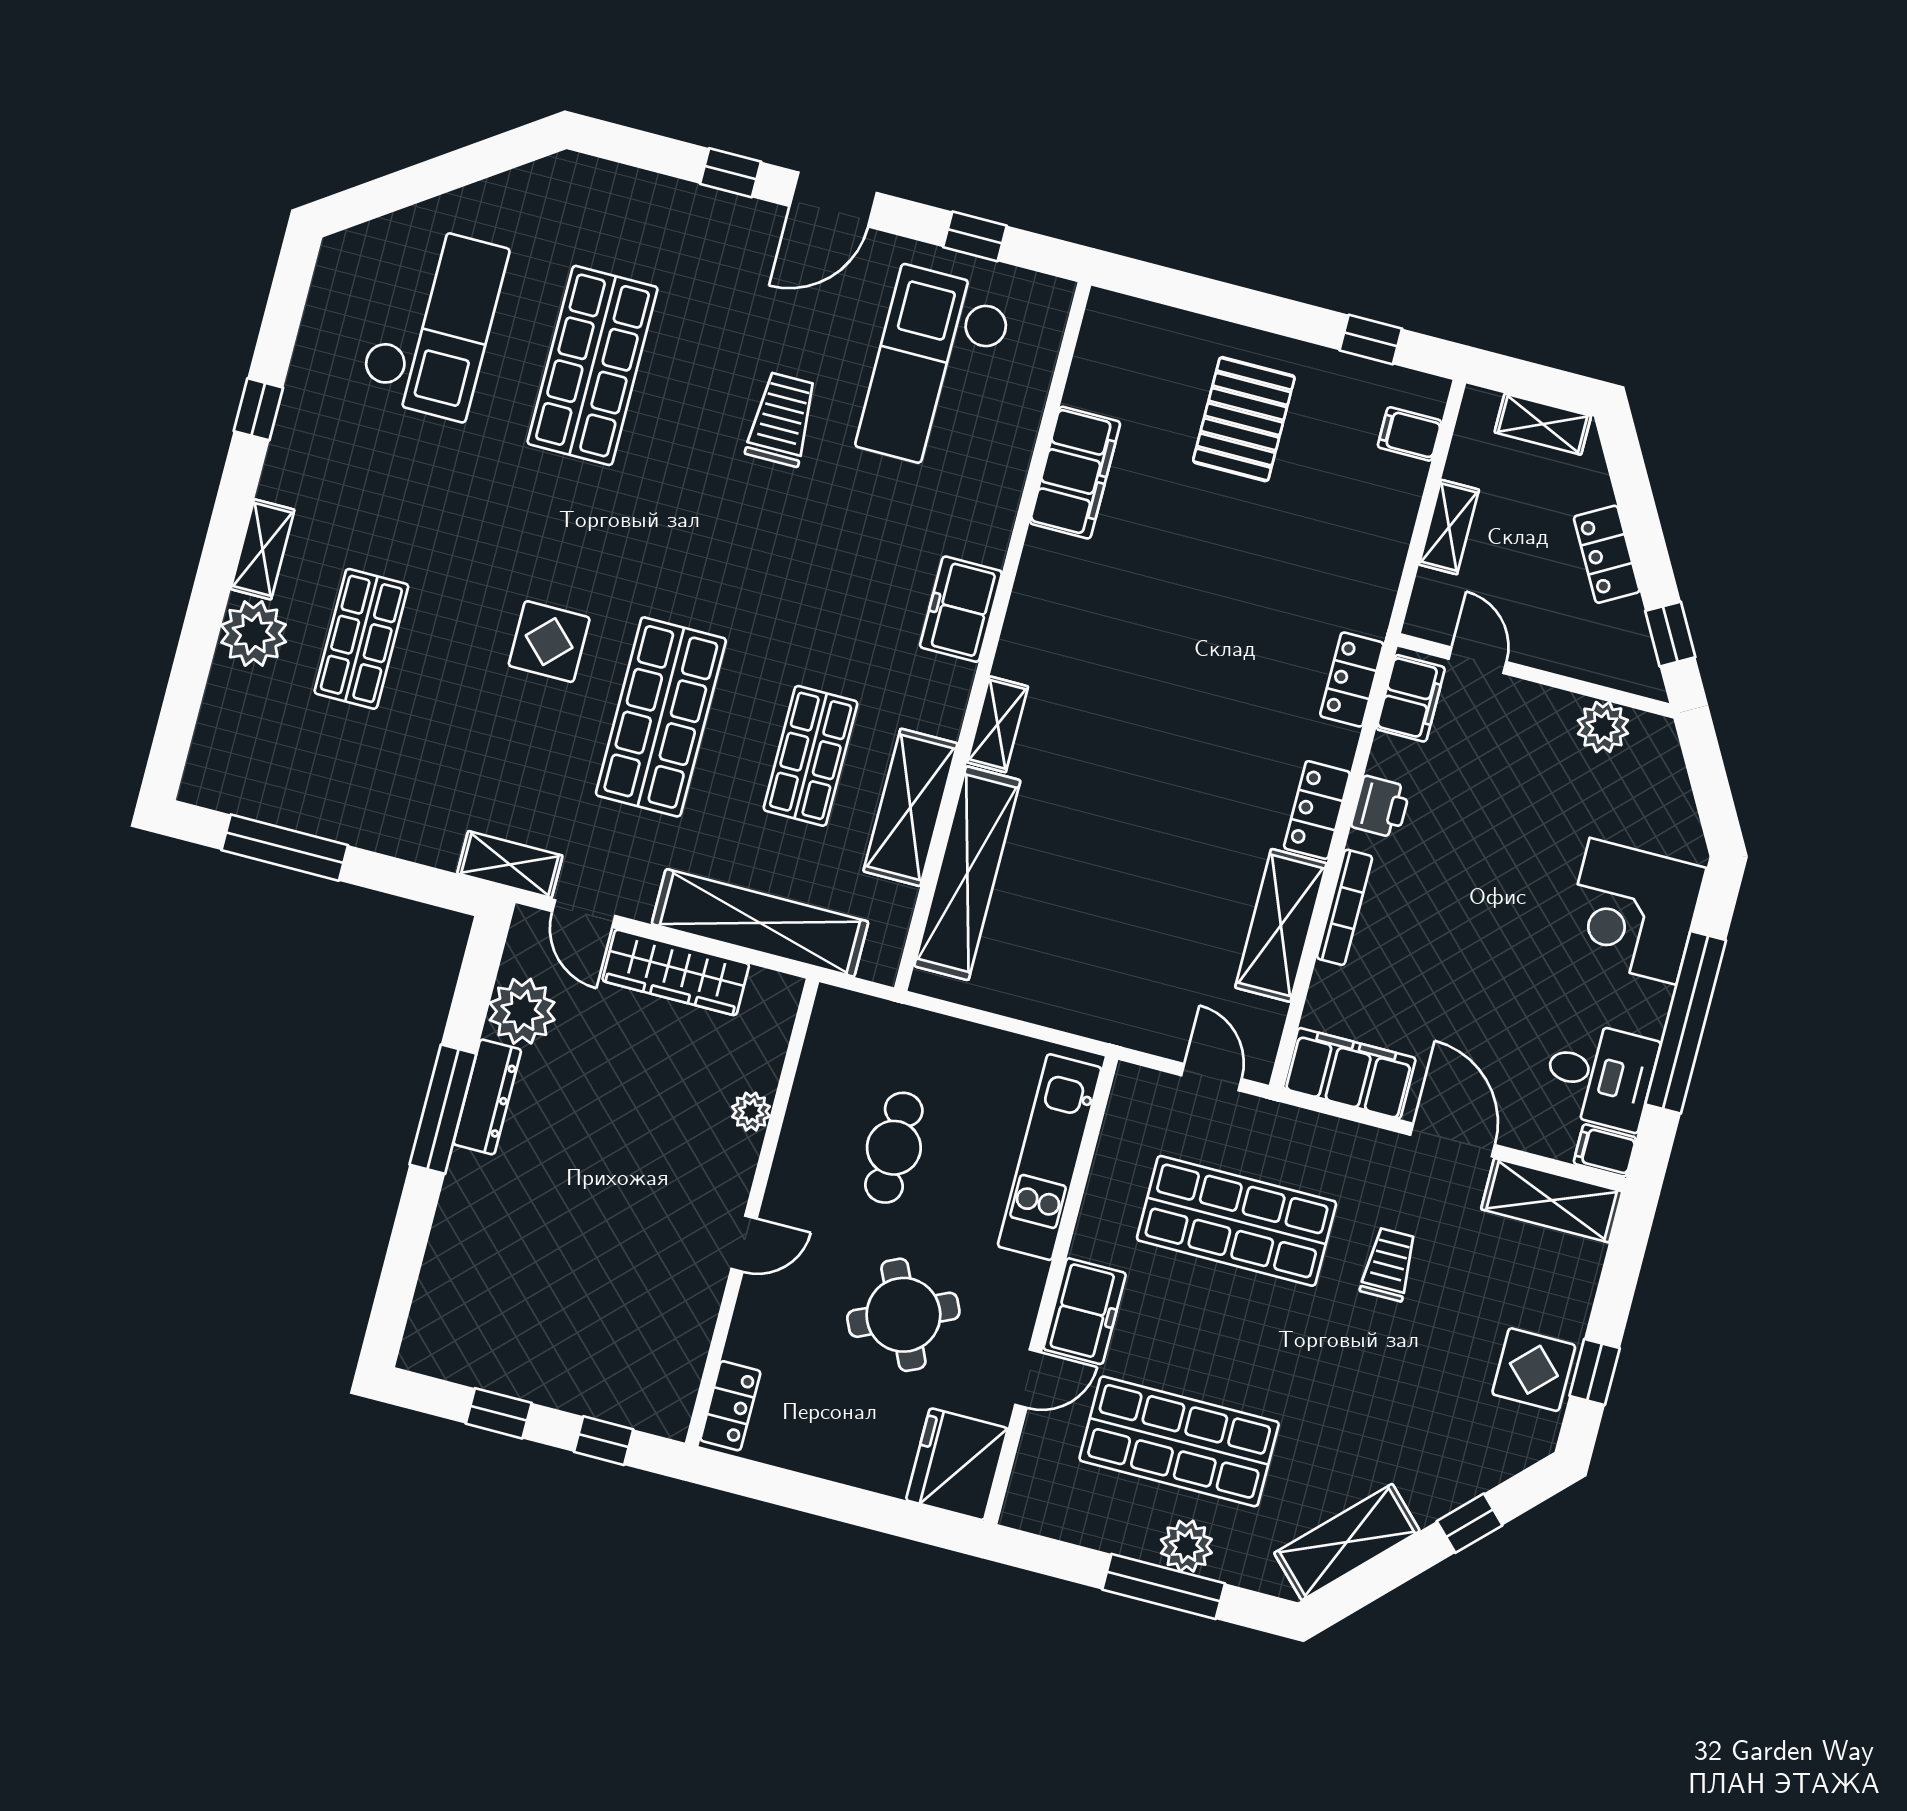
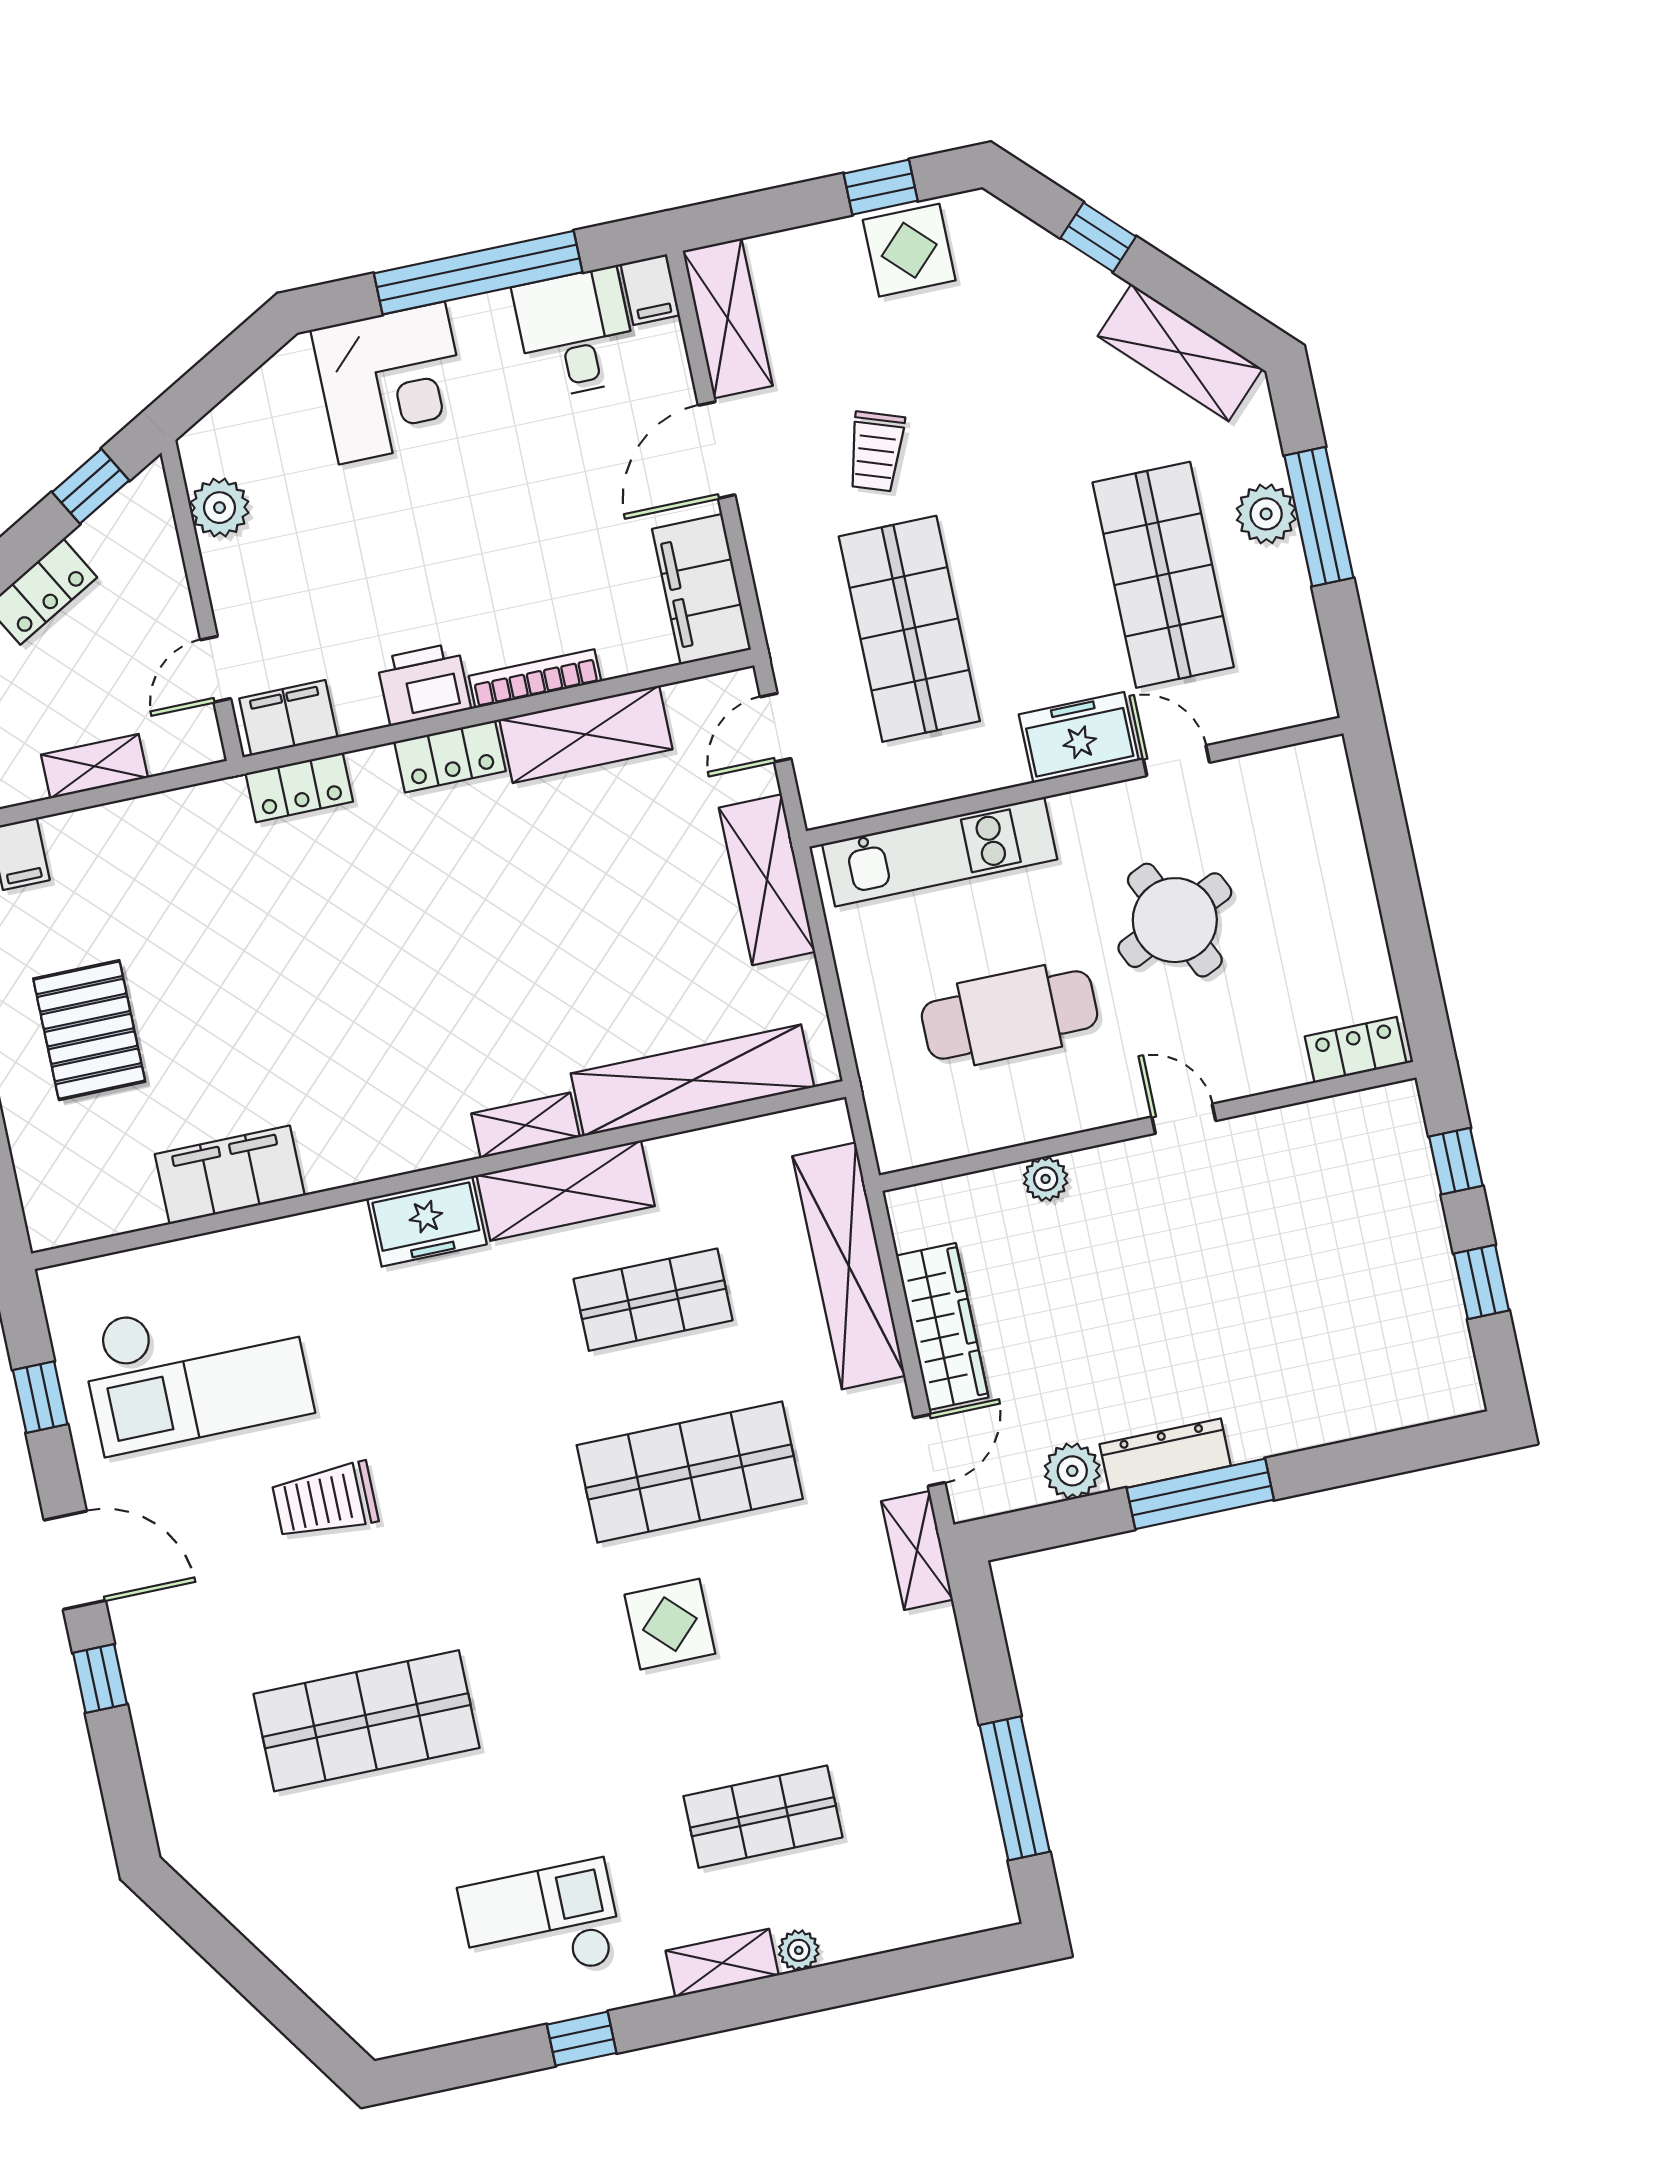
checkout: (433, 322) -> (541, 1924), moved, width x0.73, depth x0.83
pallet: (1244, 419) -> (89, 1030), turned 90
plant: (254, 633) -> (799, 1950), width x0.53, depth x0.53
shelving: (910, 807) -> (566, 1191), moved
printer: (1381, 807) -> (424, 684), width x1.36, depth x1.24
shelving: (1095, 1010) -> (767, 880), added
plant: (522, 1011) -> (1072, 1471), width x0.73, depth x0.73
cafe table: (894, 1148) -> (1010, 1015), width x1.37, depth x1.35
trolley: (1389, 1264) -> (876, 452), turned -71
fridge: (957, 1464) -> (1300, 789), removed

